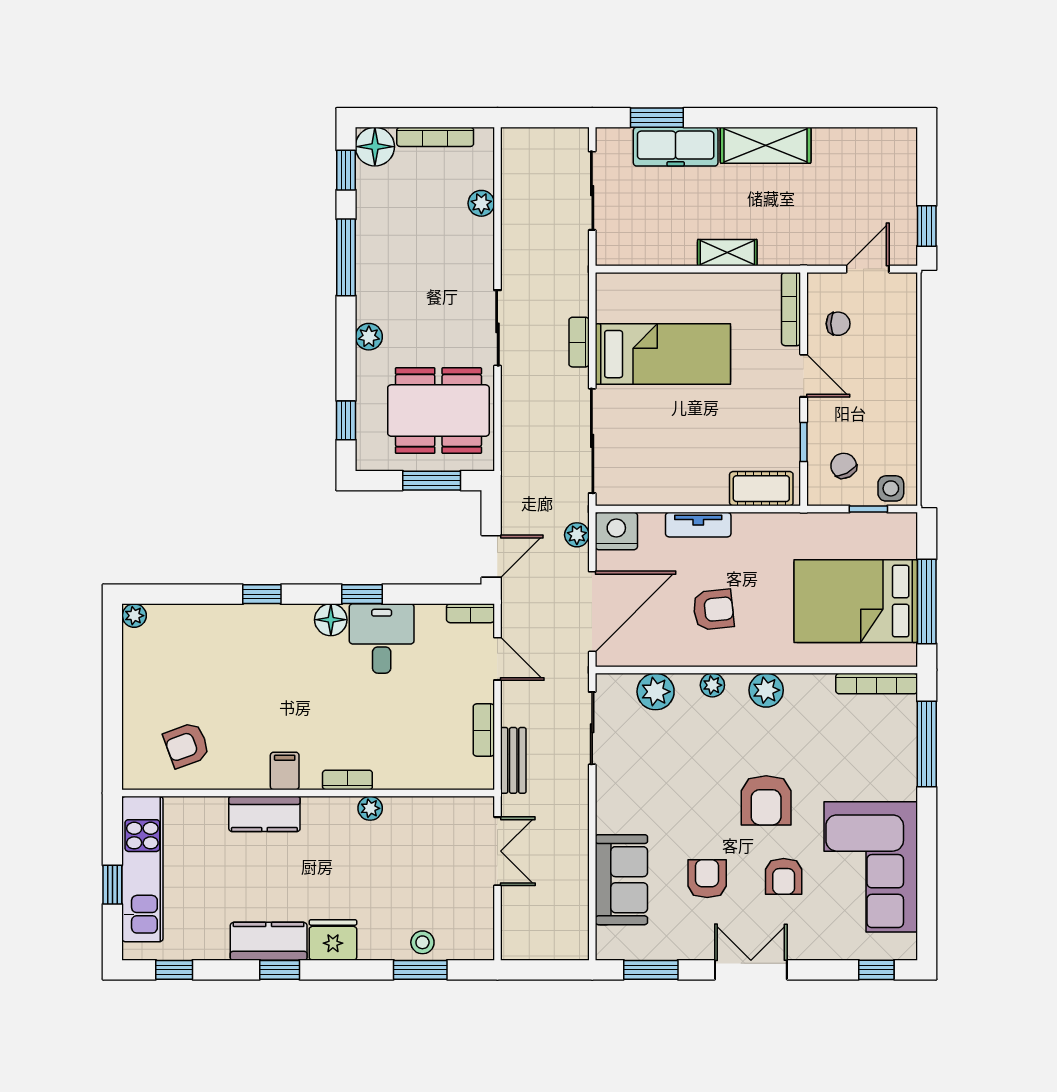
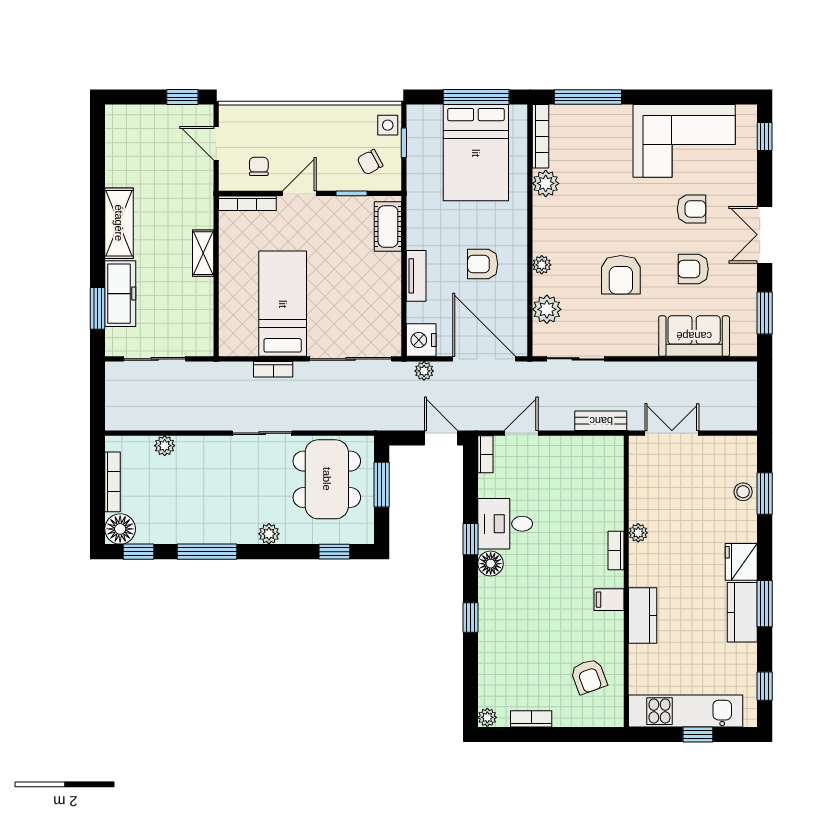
armchair: (713, 610) -> (483, 264), turned -84
plant: (766, 690) -> (546, 183), moved
bookcase: (484, 730) -> (531, 719), moved, turned 180
armchair: (766, 800) -> (621, 275), moved, turned 90
window: (280, 970) -> (765, 604), width x1.50

